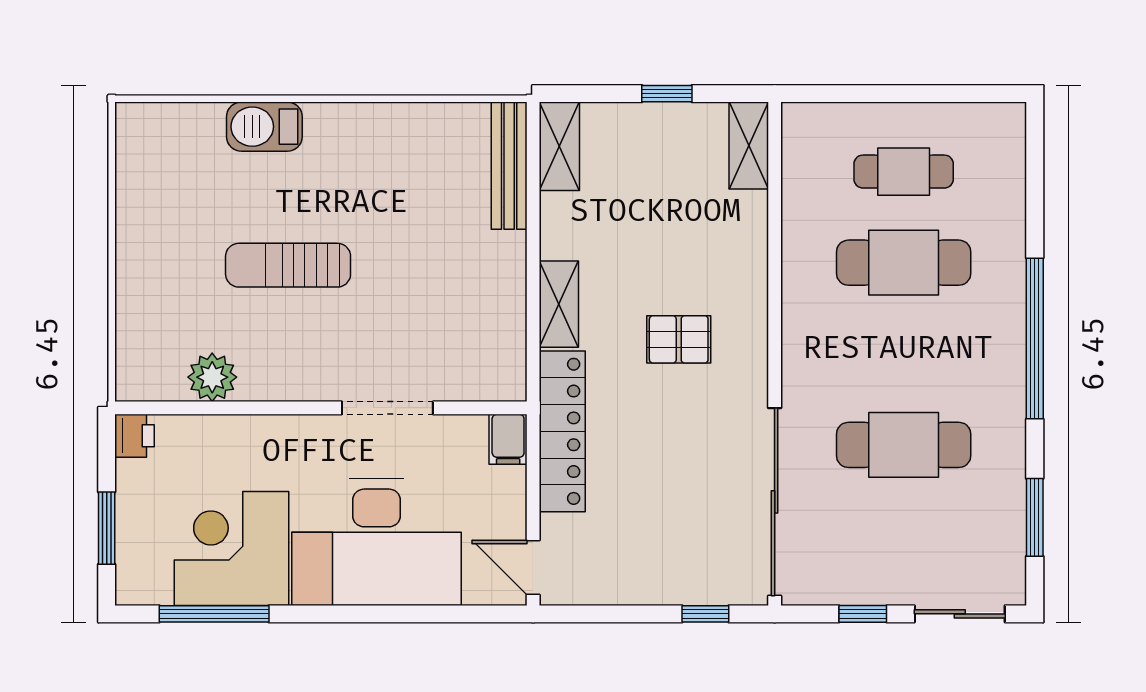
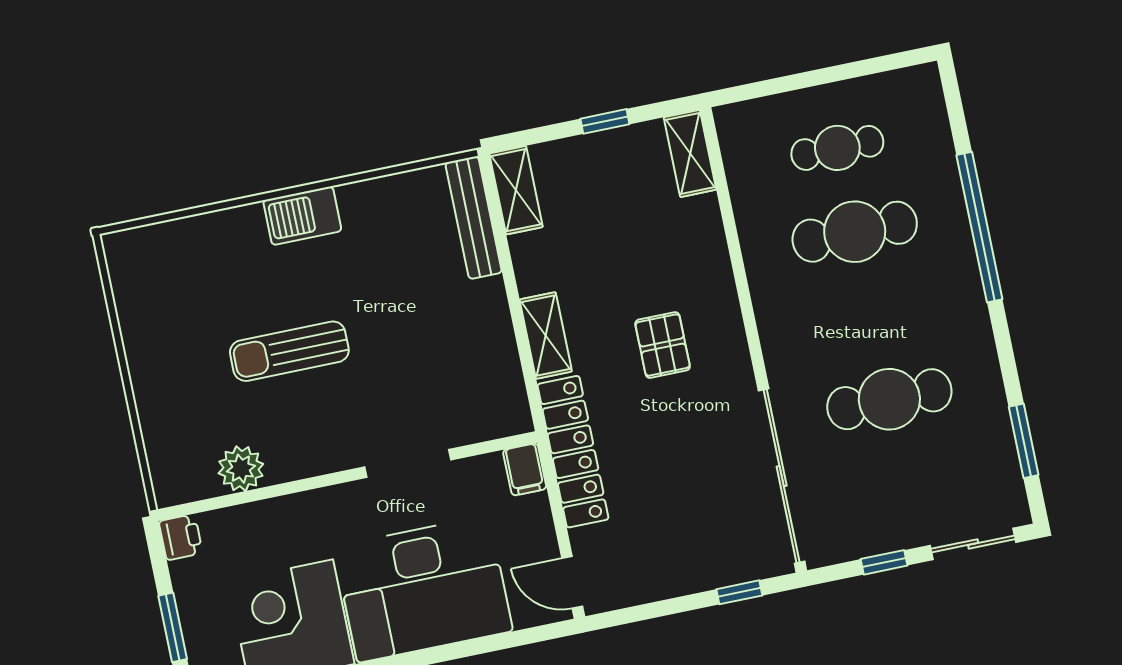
barbecue: (264, 127) -> (302, 216), moved
window: (1035, 338) -> (979, 227), moved
pallet: (679, 339) -> (663, 345), turned 90

